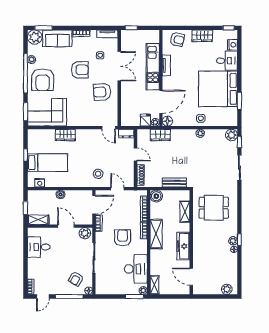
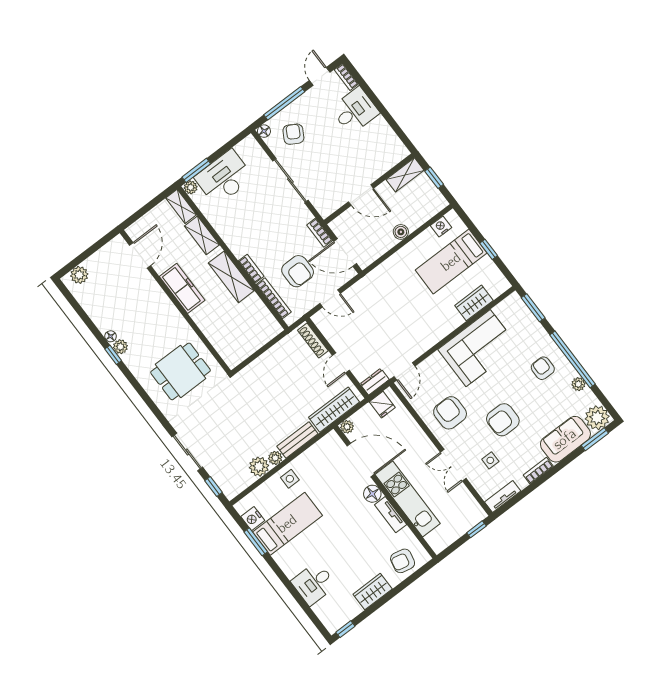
nightstand: (232, 45) -> (253, 519), moved
double door: (119, 66) -> (453, 465), width x0.73
armchair: (43, 80) -> (543, 368), width x0.53, depth x0.53
bed: (218, 89) -> (287, 524), width x0.49
armchair: (102, 92) -> (450, 413), turned -87
door: (161, 102) -> (361, 460), swing flipped
corner sofa: (47, 112) -> (478, 348), moved
fridge: (146, 120) -> (382, 405), moved
floor lamp: (167, 121) -> (372, 494), moved
door: (109, 128) -> (404, 371), swing flipped
wardrobe: (65, 135) -> (474, 303), moved
wardrobe: (160, 135) -> (334, 410), width x1.50
plant: (232, 135) -> (259, 467), moved
door: (135, 154) -> (341, 363), hinge flipped
stool: (98, 174) -> (371, 299), removed
bench: (174, 182) -> (297, 440), moved
boiler: (156, 196) -> (270, 328), removed
door: (94, 205) -> (345, 253), hinge flipped
shelving: (185, 212) -> (202, 235), moved
plant: (85, 233) -> (328, 205), removed
armchair: (123, 238) -> (298, 271), moved
desk: (39, 247) -> (355, 111), moved
desk: (136, 269) -> (224, 178), moved, turned 90
door: (191, 277) -> (140, 255), hinge flipped

